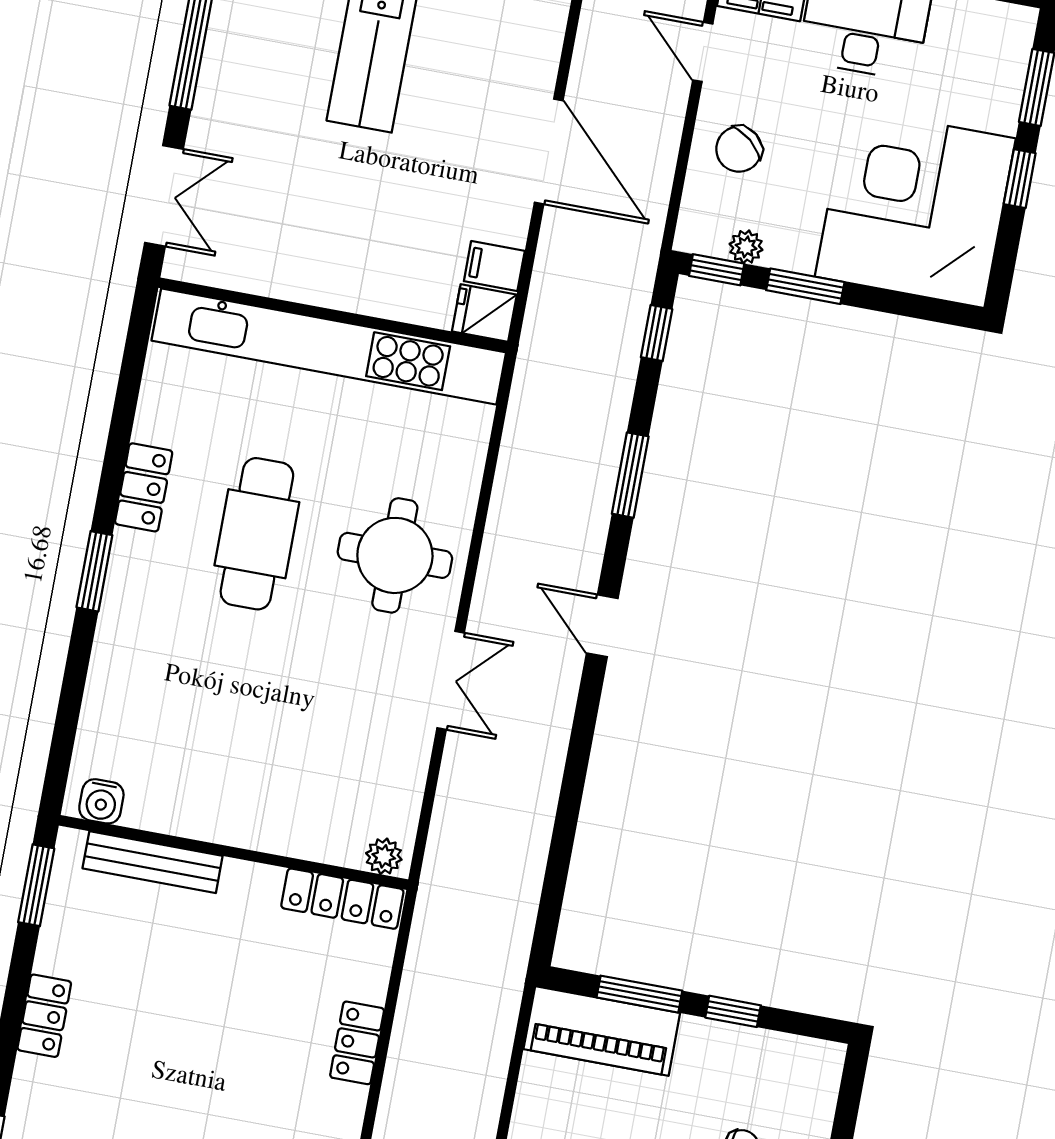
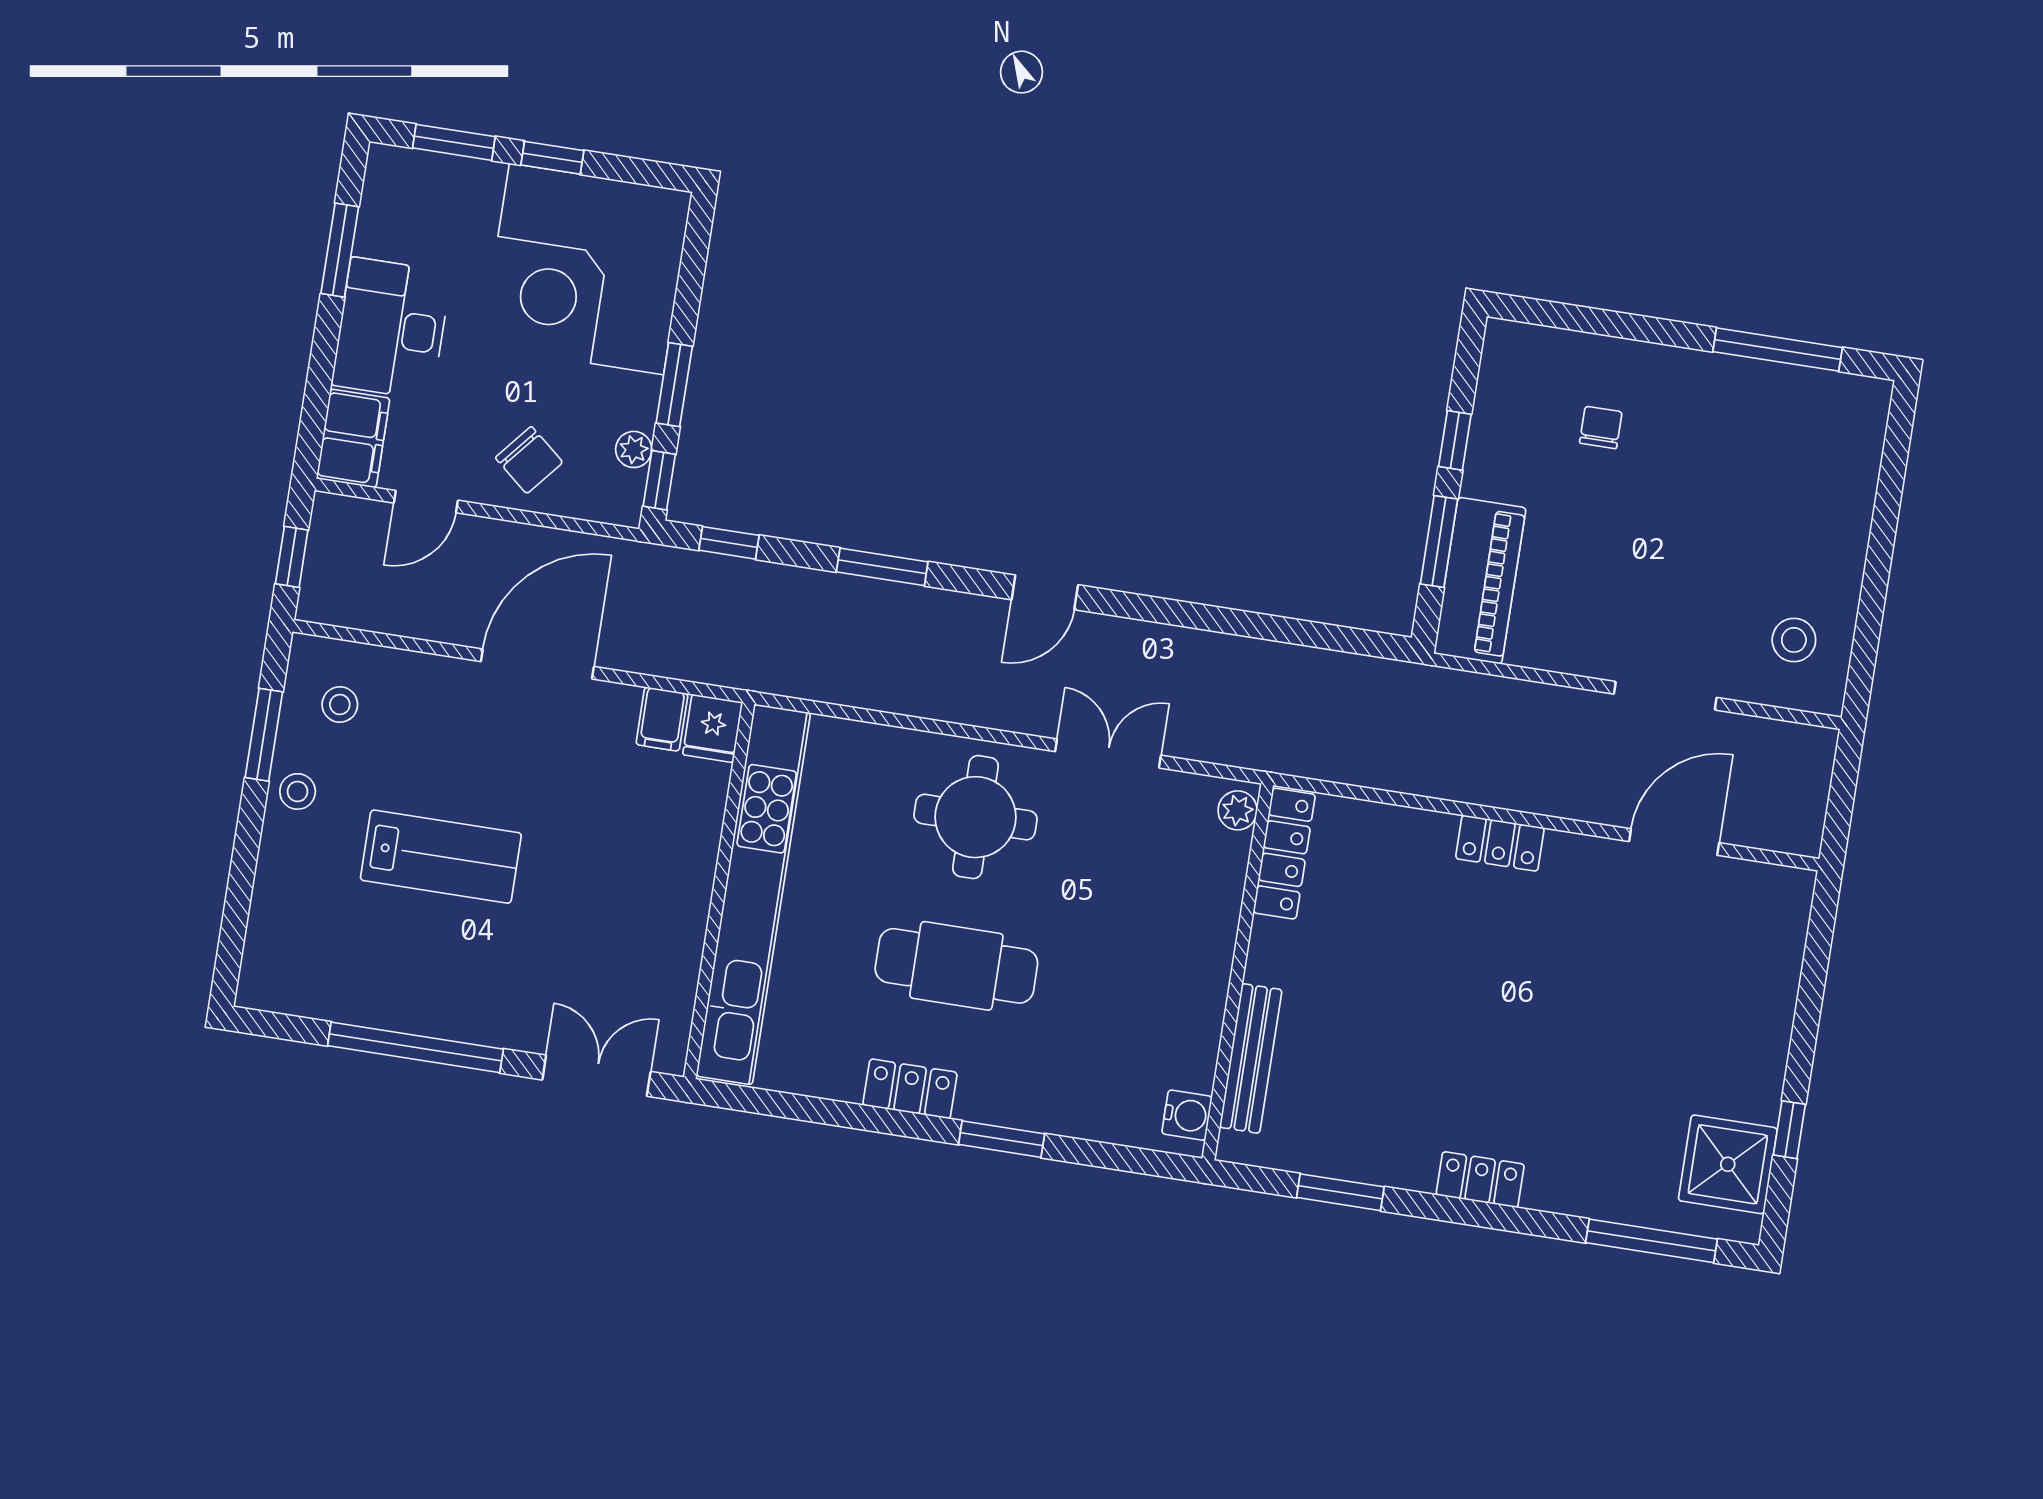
water cooler: (101, 801) -> (1187, 1115), moved
wall: (234, 852) -> (1238, 972), moved
plant: (384, 856) -> (1238, 810), moved
bench: (153, 862) -> (1251, 1058), moved
locker: (342, 899) -> (1284, 854), moved

